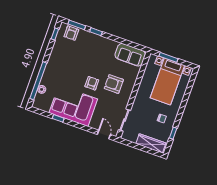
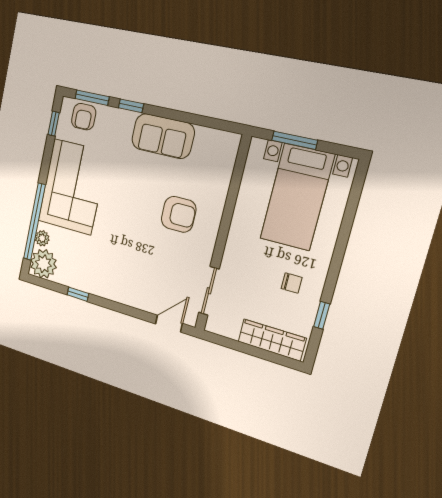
sofa: (130, 55) -> (163, 136), moved
armchair: (92, 83) -> (134, 217), removed
armchair: (114, 84) -> (179, 214), turned 180
plant: (41, 102) -> (43, 264), added
corner sofa: (73, 106) -> (72, 187), moved, turned 90
door: (104, 135) -> (169, 324), hinge flipped

